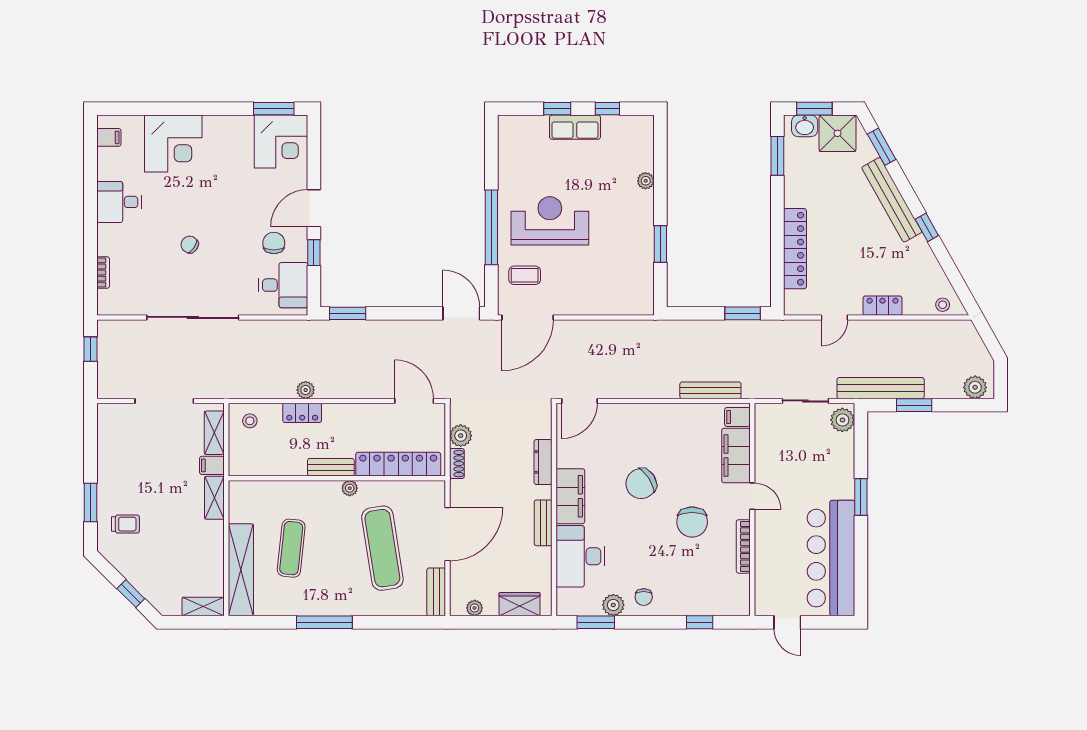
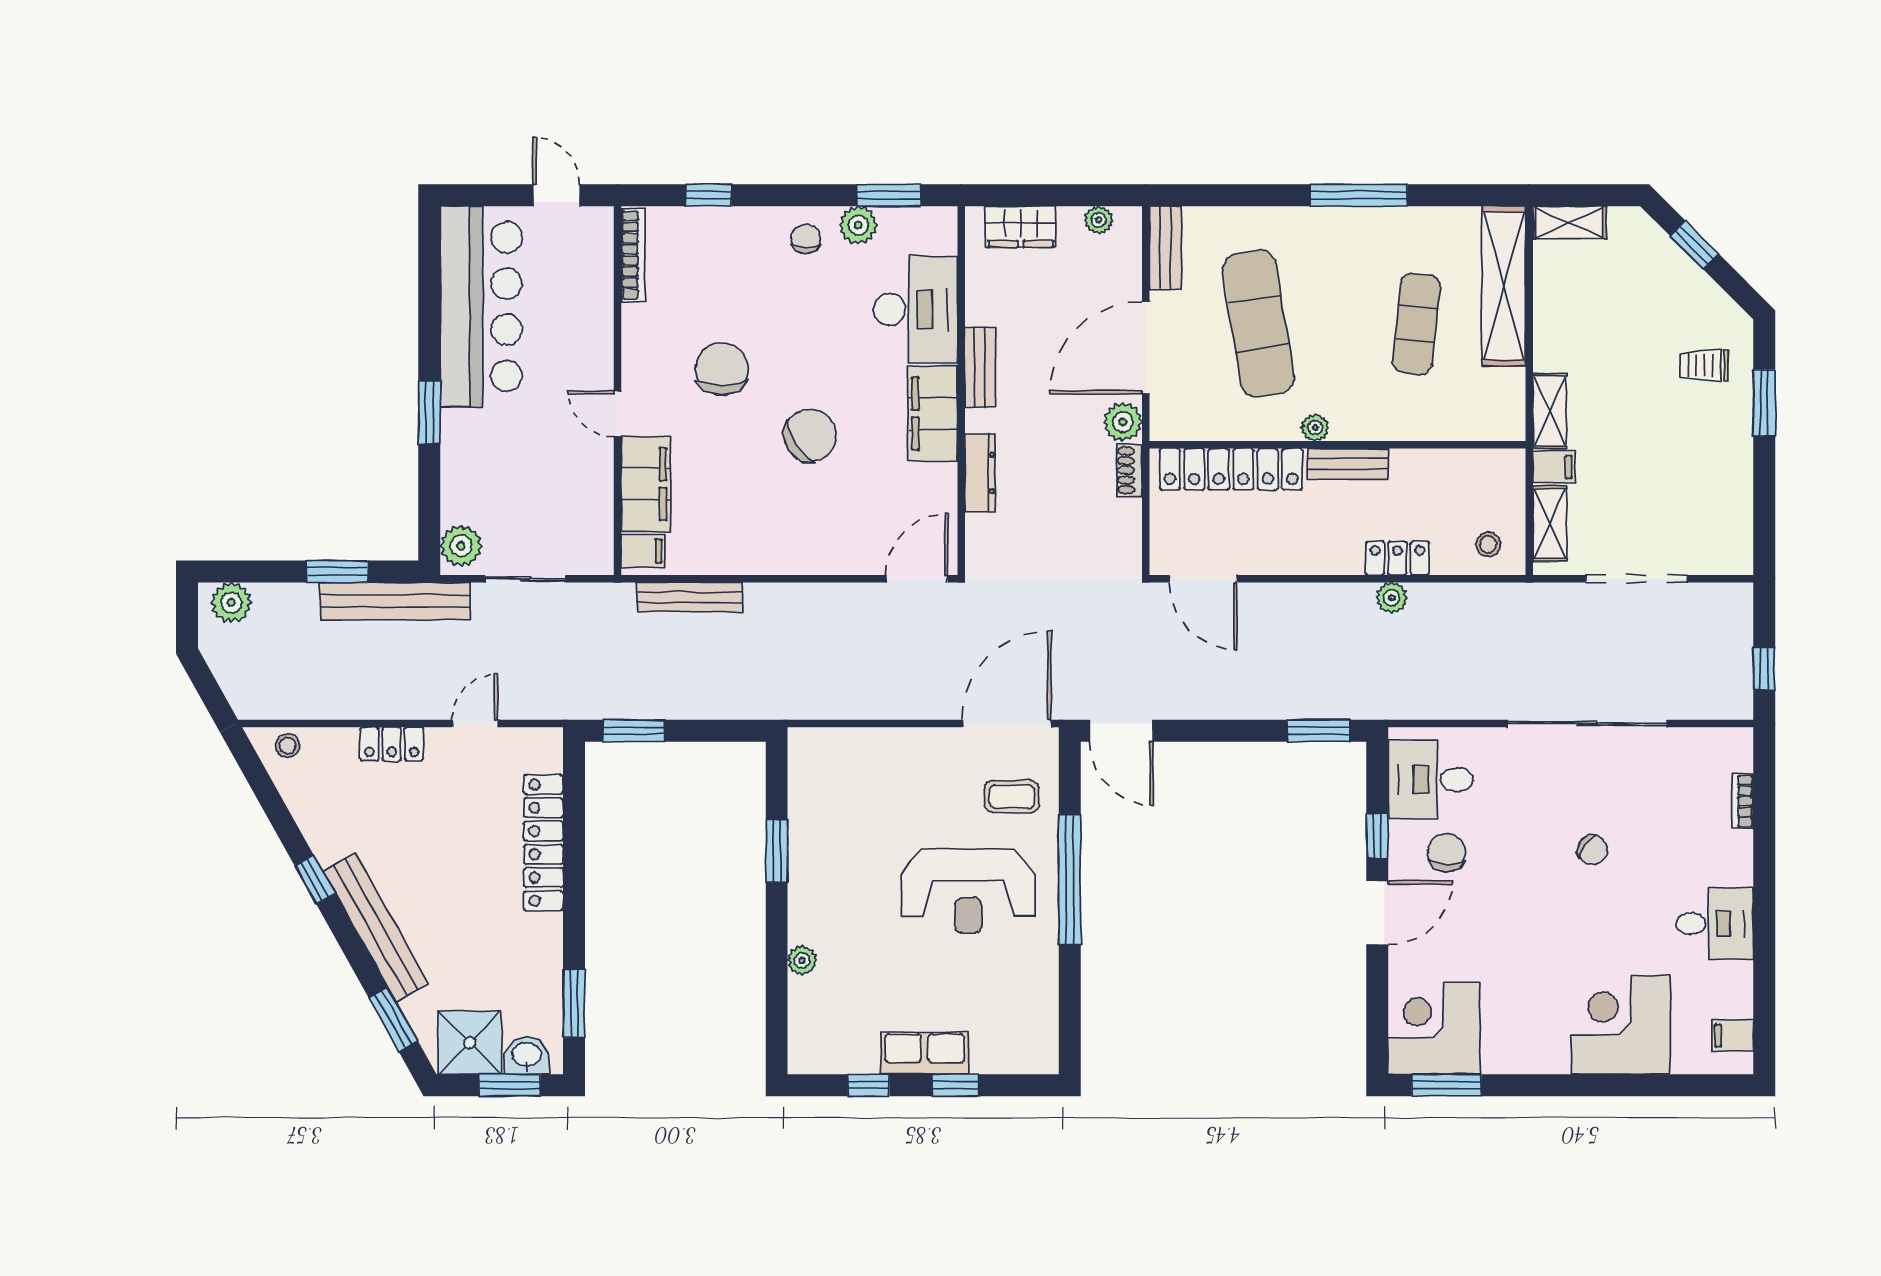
chair: (274, 243) -> (1447, 853), turned 180
plant: (461, 436) -> (1123, 422), moved
bookcase: (743, 546) -> (633, 255), moved

